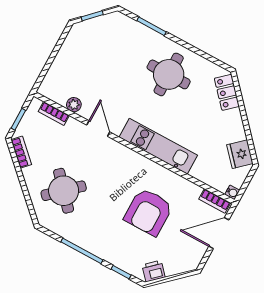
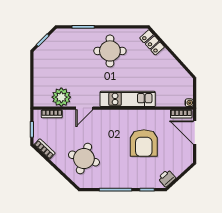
plant: (74, 105) -> (61, 97), width x1.88, depth x1.88
door: (98, 129) -> (84, 108), swing flipped
fridge: (240, 154) -> (181, 76), removed
round table: (64, 191) -> (84, 159), turned -30
door: (219, 233) -> (195, 133), hinge flipped

